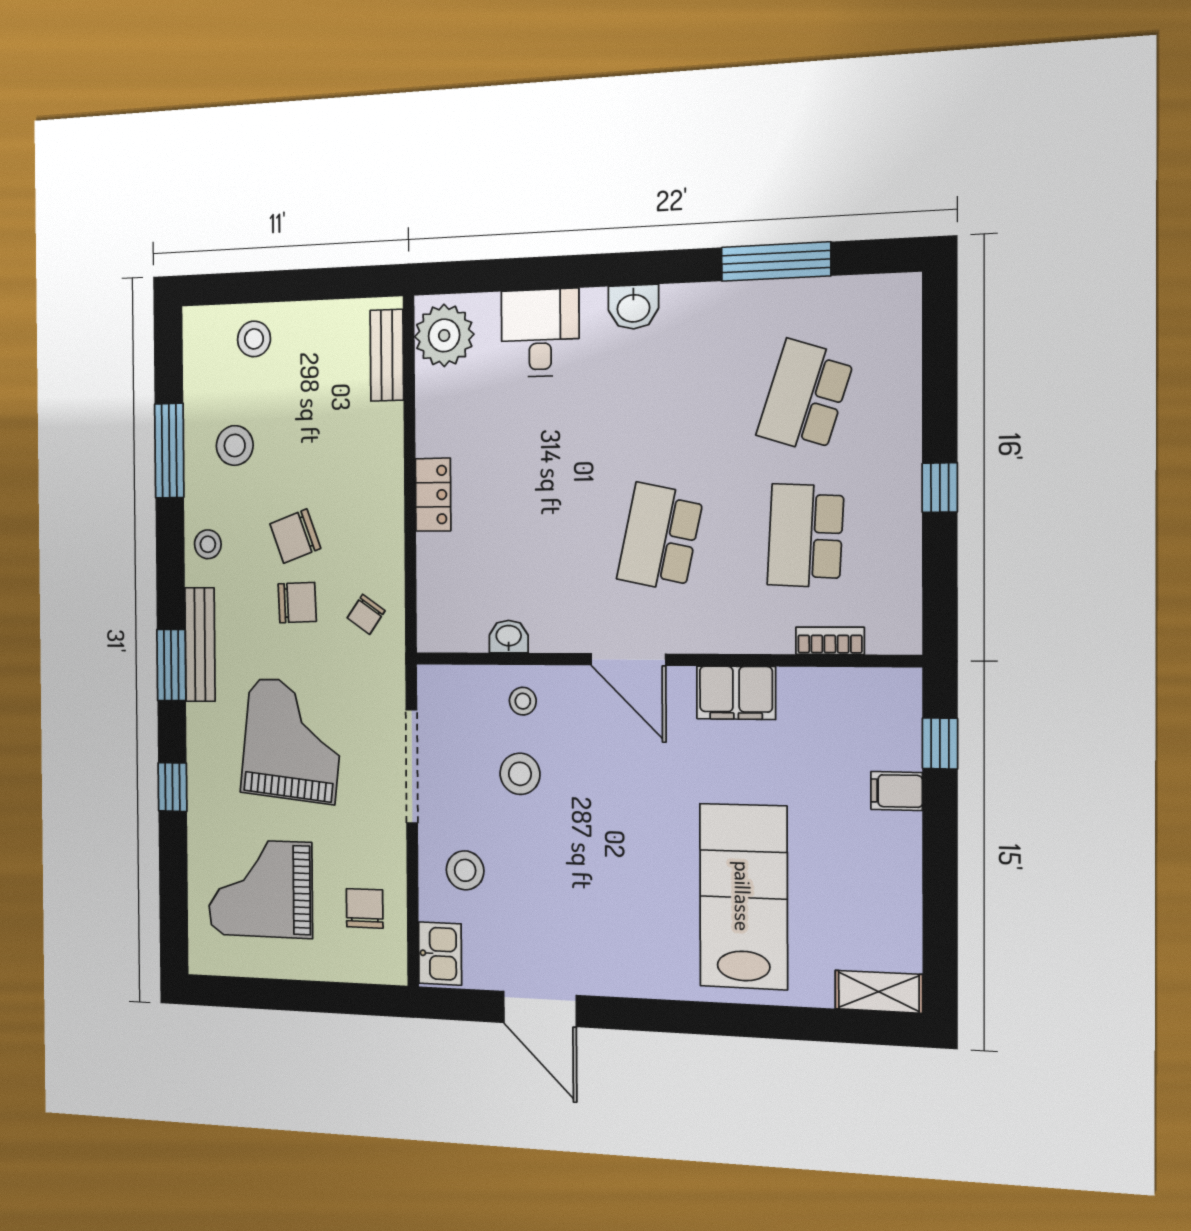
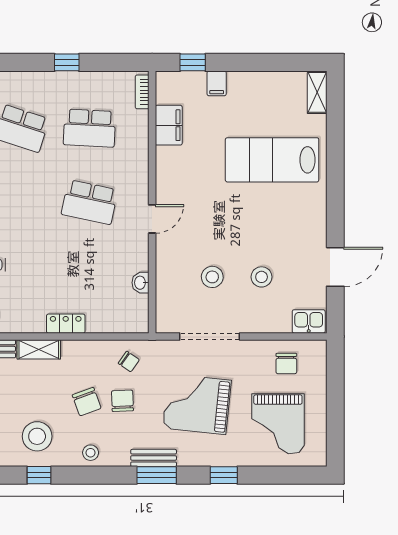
stool: (235, 445) -> (37, 436), width x1.38, depth x1.38
shelving: (386, 445) -> (39, 349), added
window: (169, 451) -> (39, 475), width x0.46
bookcase: (830, 641) -> (142, 92), moved
bench: (200, 645) -> (154, 458), width x0.73
door: (628, 660) -> (152, 219), width x0.73
filing cabinet: (736, 693) -> (169, 125), moved
stool: (523, 701) -> (174, 275), removed
stool: (465, 870) -> (262, 277), moved
chair: (365, 908) -> (286, 364), turned -90

